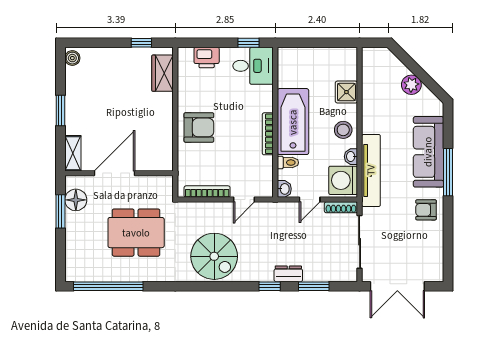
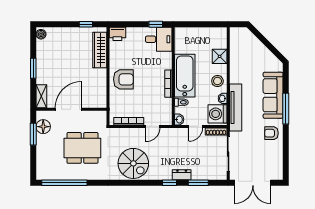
printer: (207, 57) -> (117, 34), moved
wardrobe: (162, 73) -> (100, 50), width x1.50
plant: (411, 85) -> (262, 52), removed

